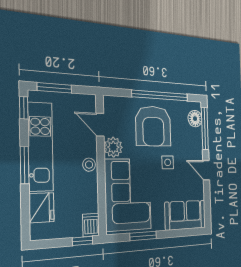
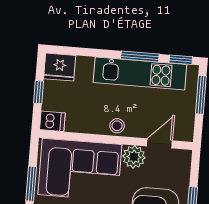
window: (25, 165) -> (140, 56), moved
fridge: (42, 208) -> (60, 67), moved
window: (83, 241) -> (38, 92), moved

